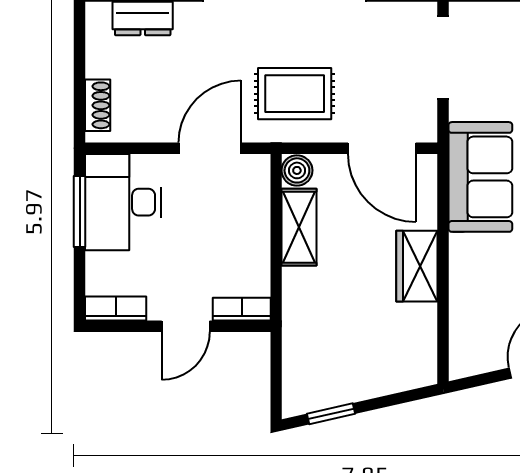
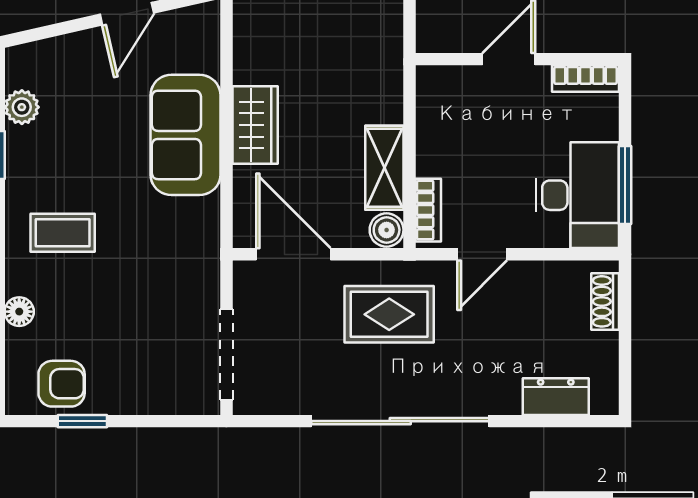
door: (210, 148) -> (482, 254), width x0.73
sofa: (480, 177) -> (185, 135), moved
bookcase: (242, 309) -> (428, 210), moved, turned -90

